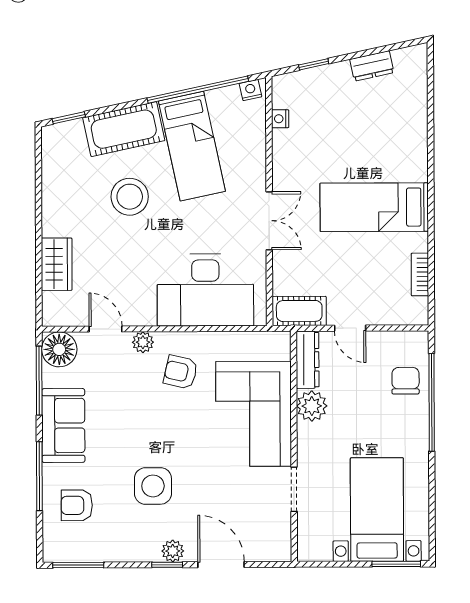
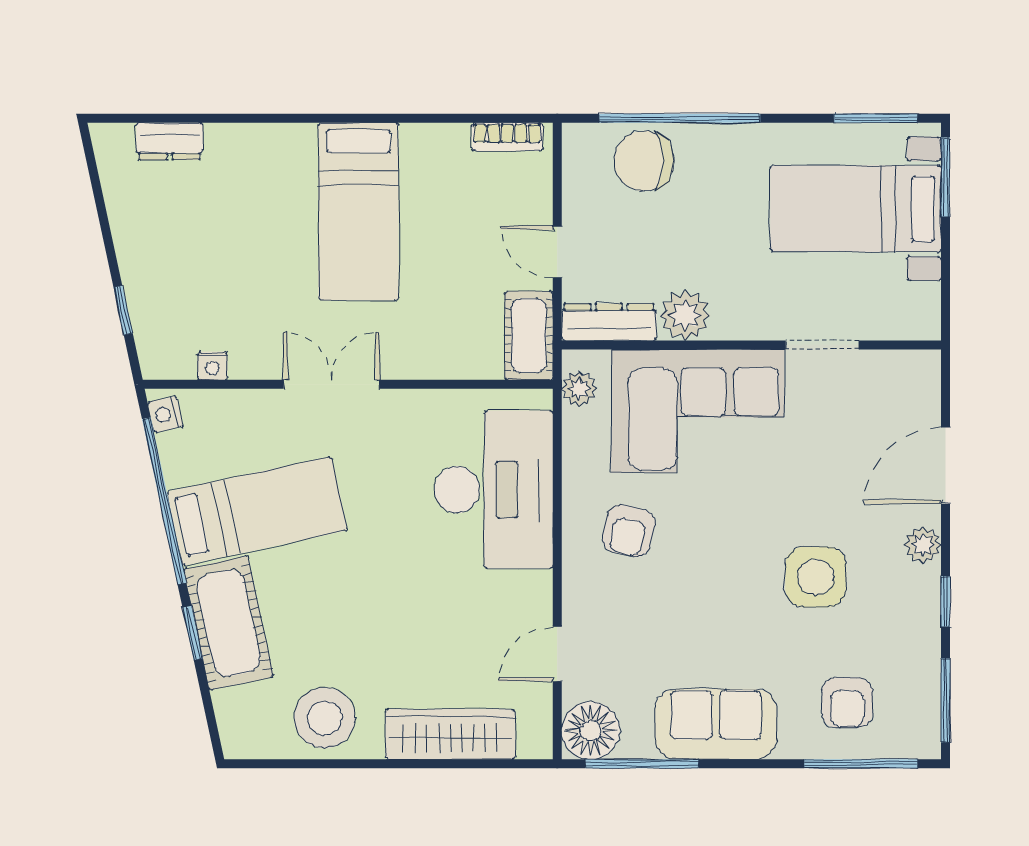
dresser: (372, 66) -> (170, 141), moved, turned 102
window: (69, 118) -> (192, 633), moved
stool: (130, 197) -> (325, 718), moved
double door: (269, 221) -> (332, 384), moved
wardrobe: (57, 264) -> (450, 734), width x1.50
bookcase: (420, 274) -> (507, 137), moved
door: (350, 328) -> (557, 252), swing flipped
plant: (143, 342) -> (579, 389), moved
chair: (406, 381) -> (644, 161), width x1.37, depth x1.37
window: (39, 476) -> (861, 764), moved
window: (432, 521) -> (876, 118), added
window: (167, 565) -> (945, 602), moved

